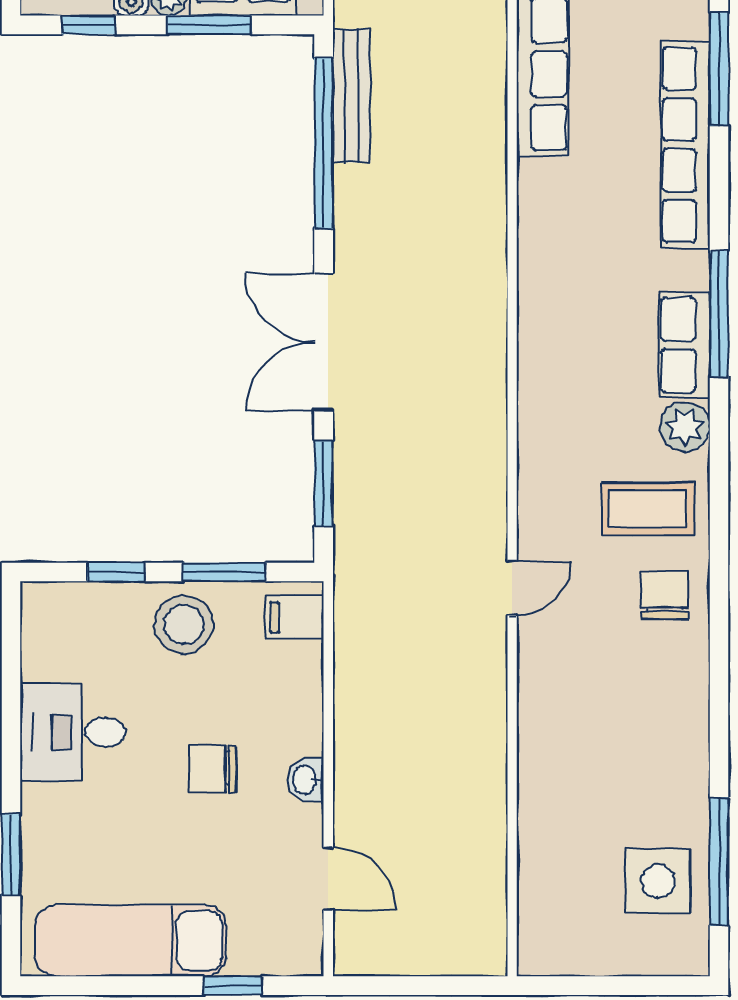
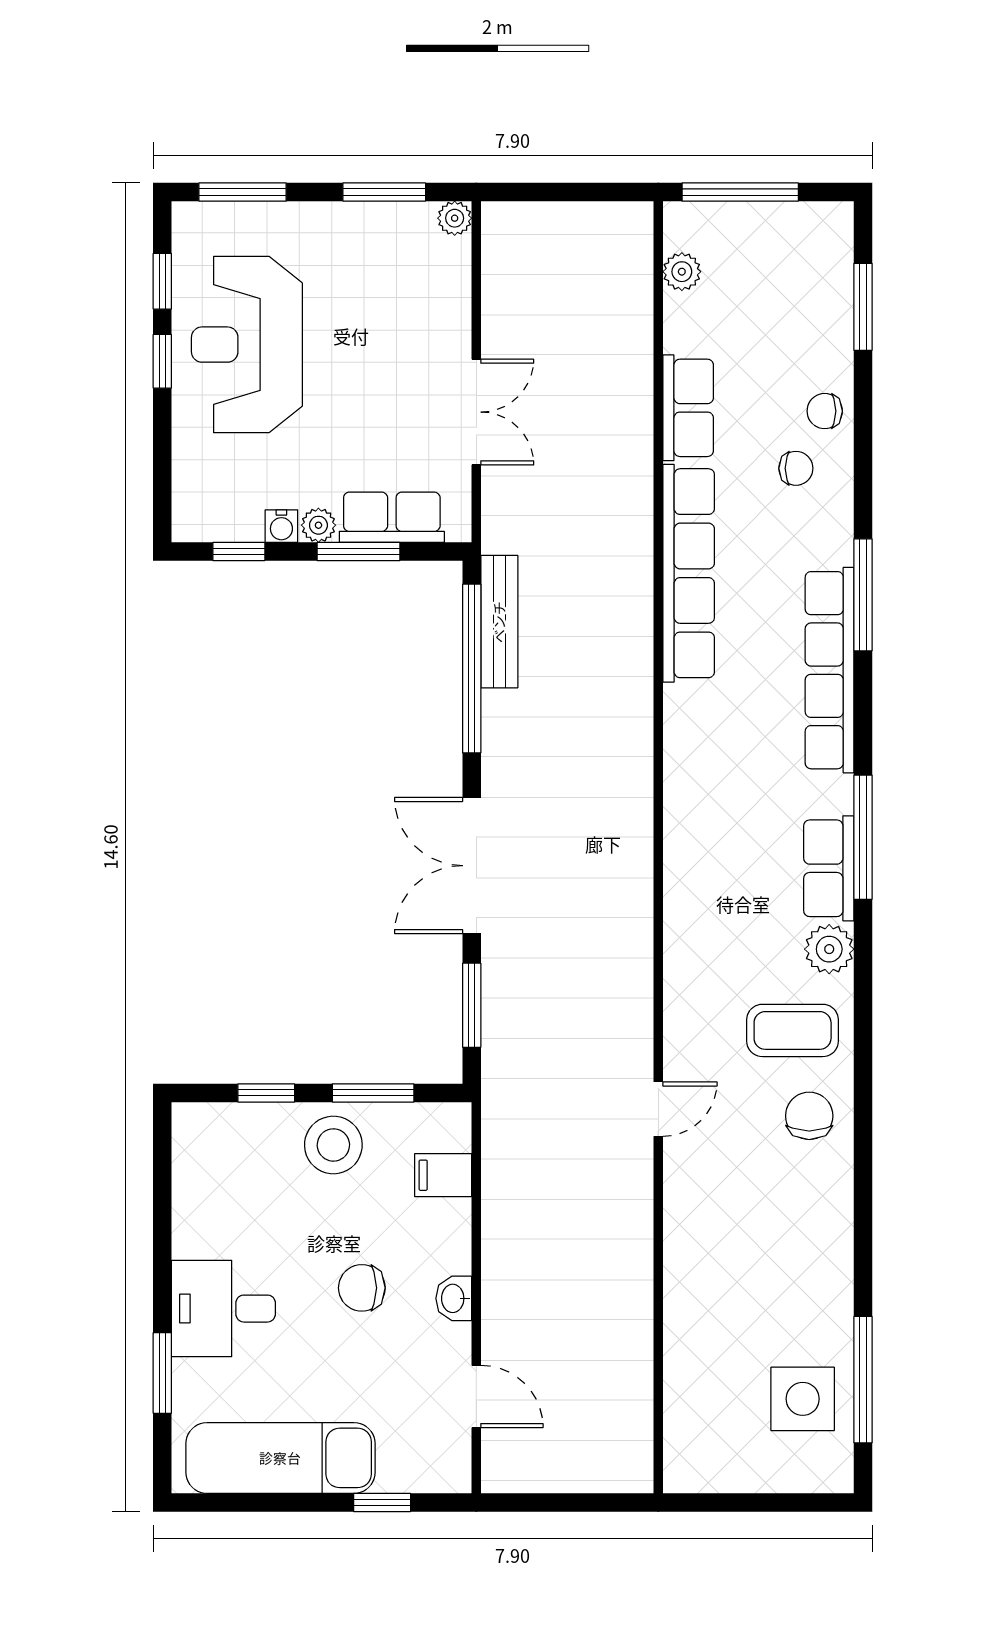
filing cabinet: (295, 617) -> (443, 1175), moved
desk: (73, 732) -> (223, 1309), moved

